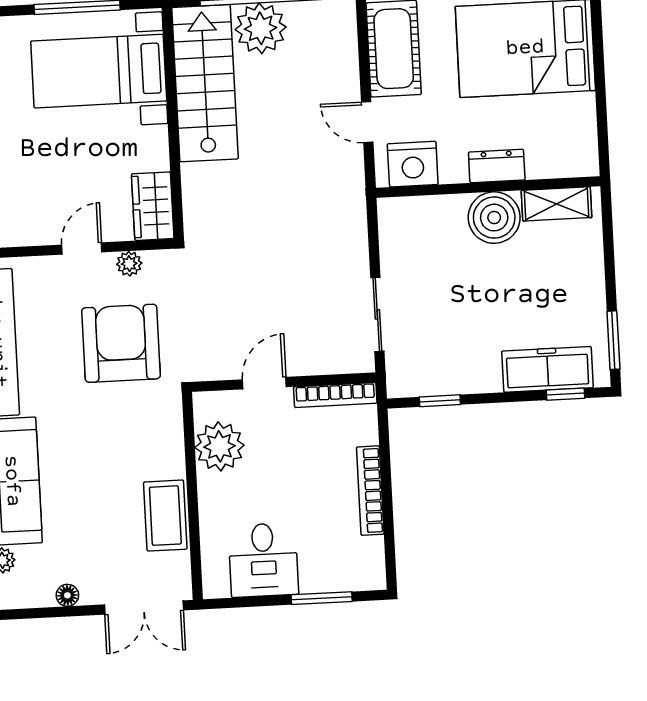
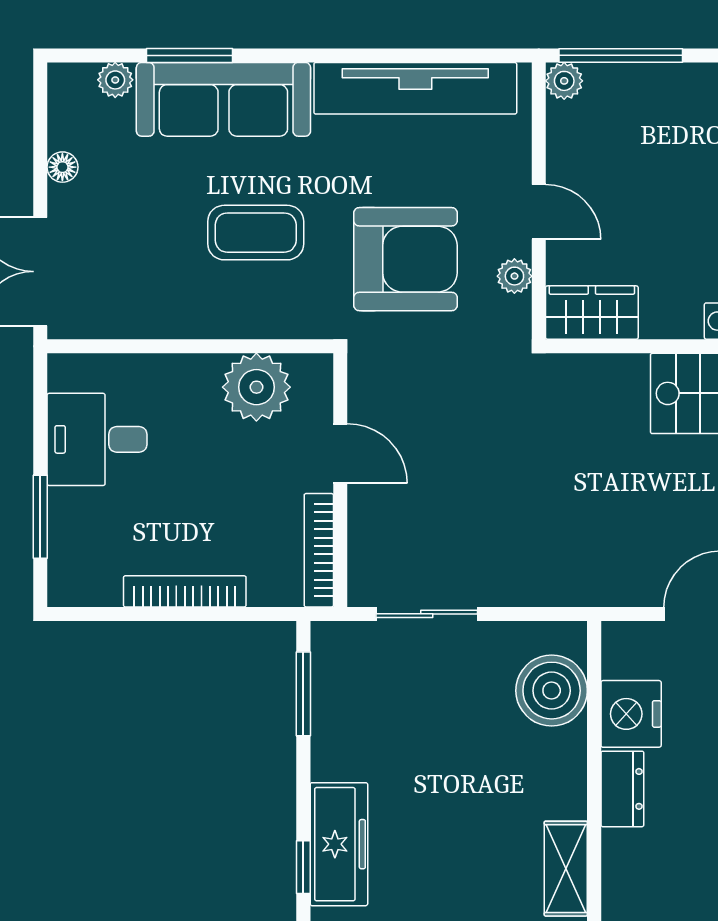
nightstand: (413, 164) -> (631, 714), moved
boiler: (494, 218) -> (552, 691), moved
window: (440, 401) -> (303, 694), width x1.50
coffee table: (165, 516) -> (256, 233), moved

